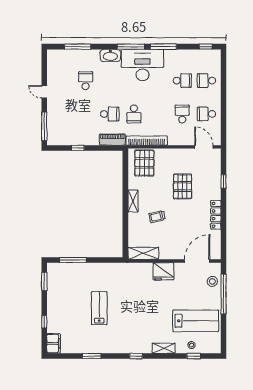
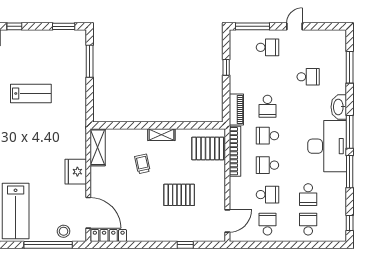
school desk: (61, 114) -> (267, 47), added
school desk: (158, 114) -> (267, 165), added
locker: (216, 215) -> (109, 236), moved

